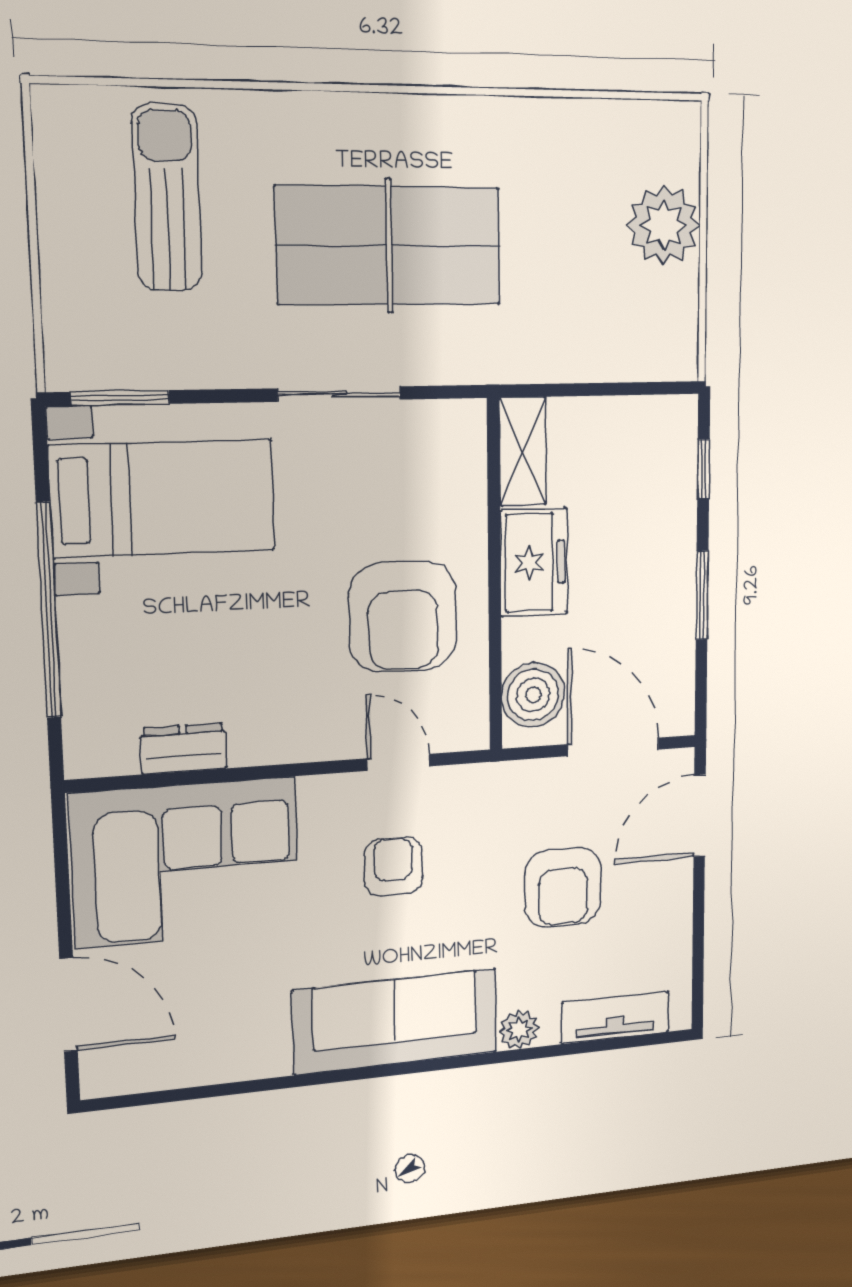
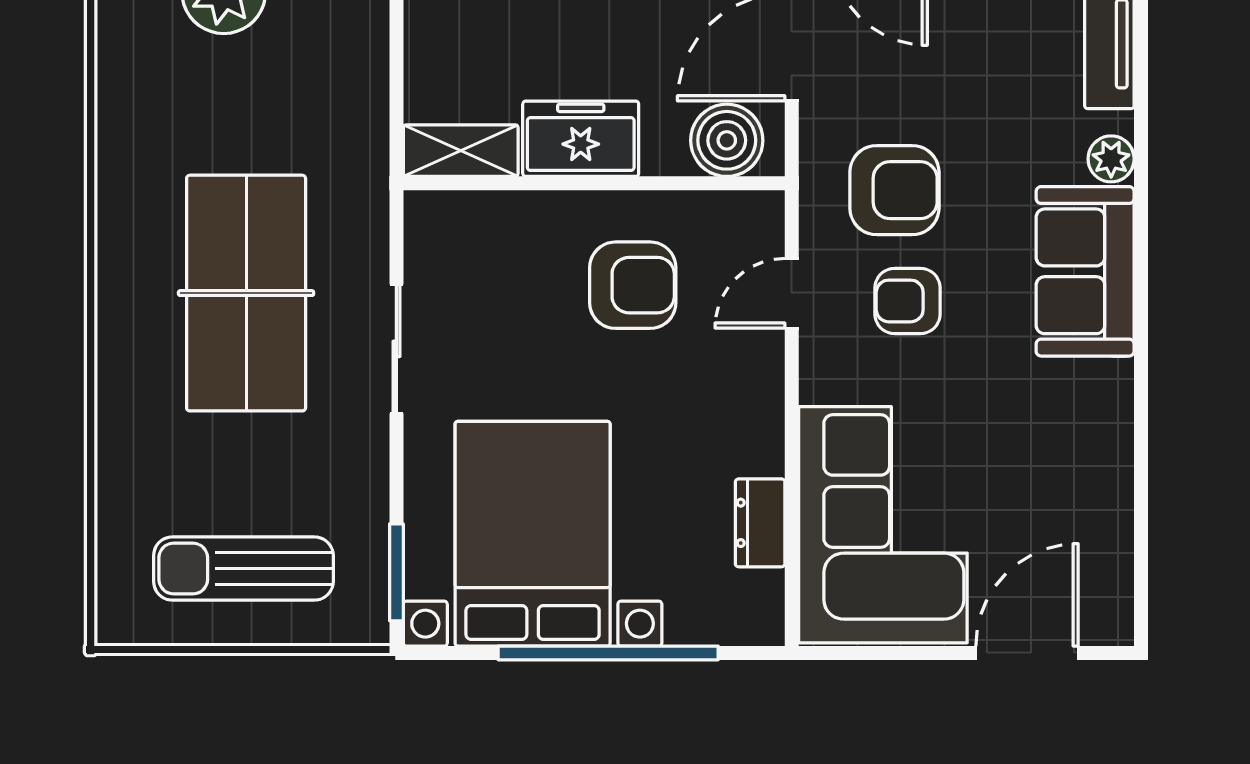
sun lounger: (167, 198) -> (243, 569), moved
bed with nightstands: (163, 498) -> (533, 534), width x1.36
armchair: (403, 617) -> (633, 285), width x0.73, depth x0.73
armchair: (563, 887) -> (894, 190), moved
sofa: (395, 1022) -> (1085, 271), width x0.73

